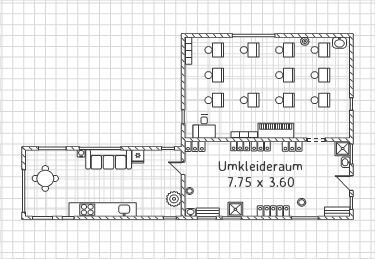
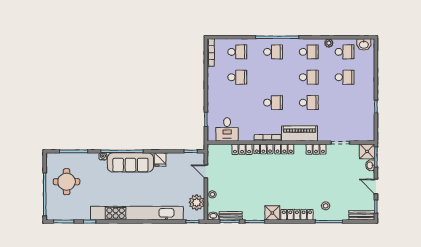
school desk: (214, 100) -> (237, 103), removed
school desk: (320, 100) -> (345, 103), removed
locker: (195, 146) -> (242, 149), moved
shower: (235, 209) -> (272, 213), moved
kitchen unit: (103, 210) -> (137, 213), width x1.36

